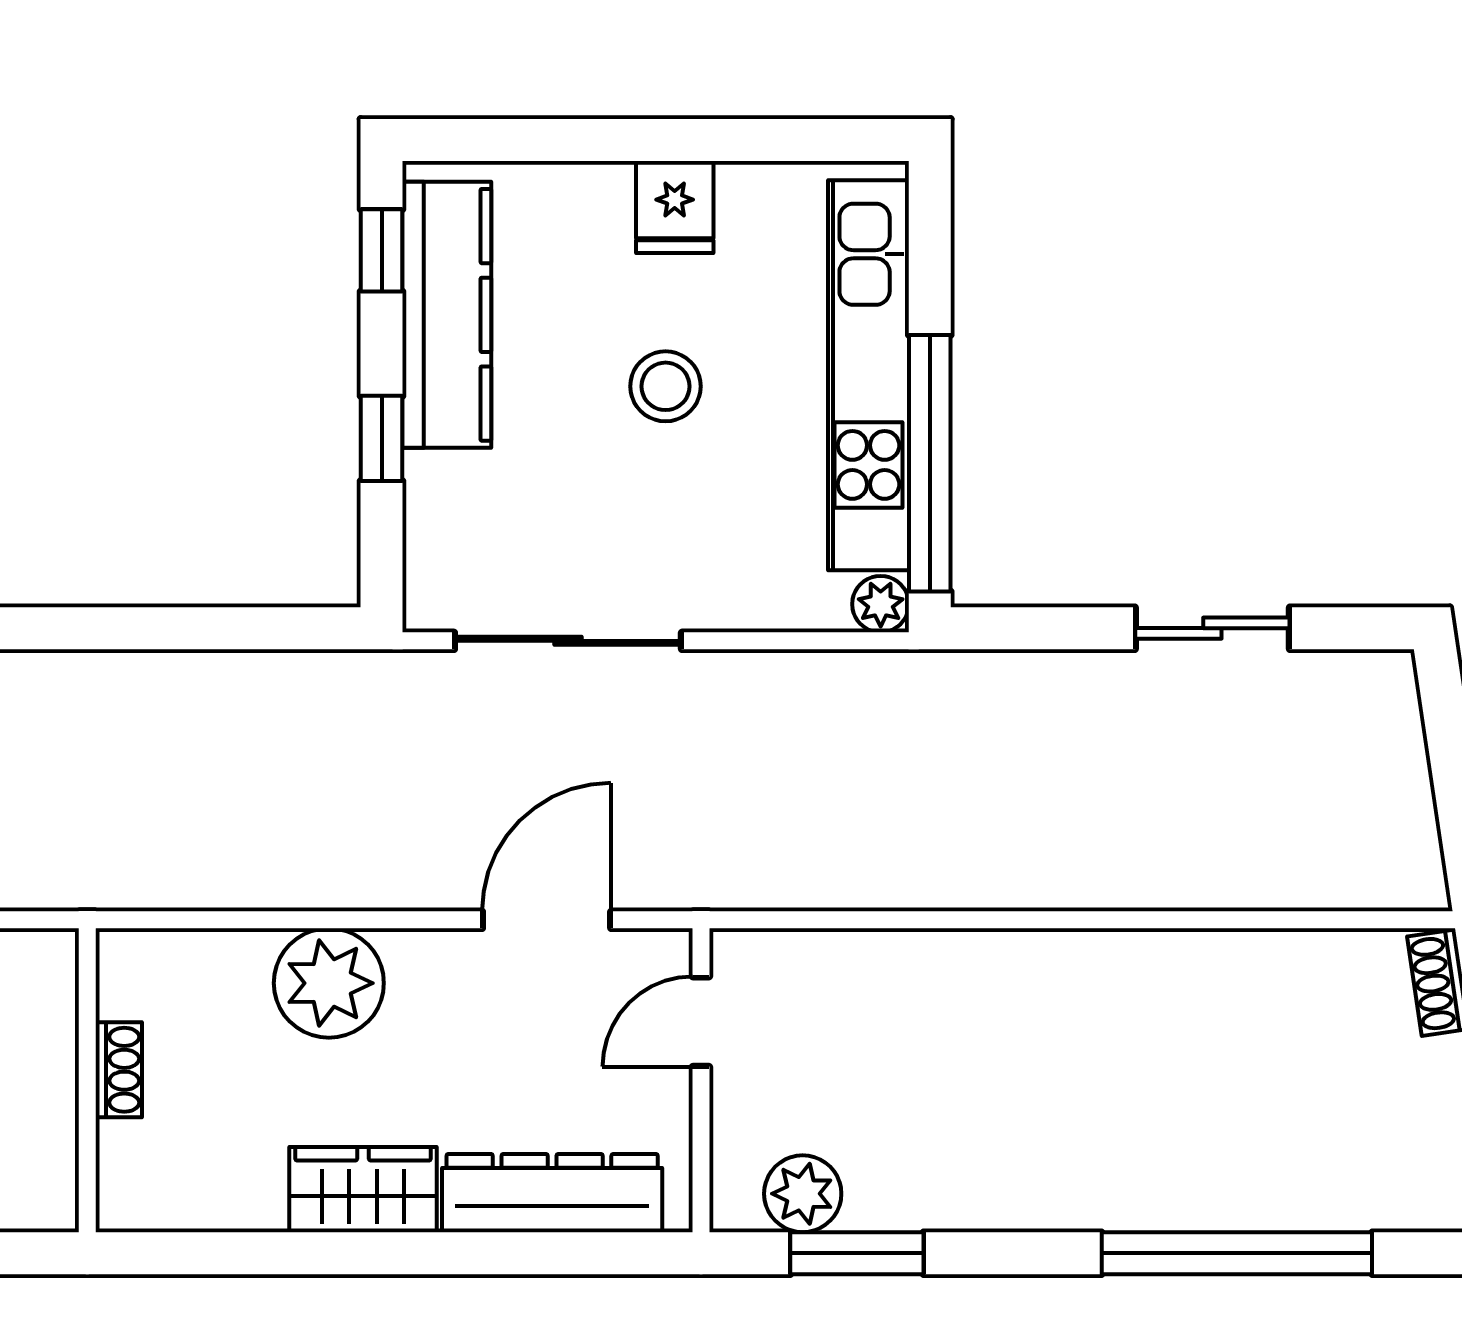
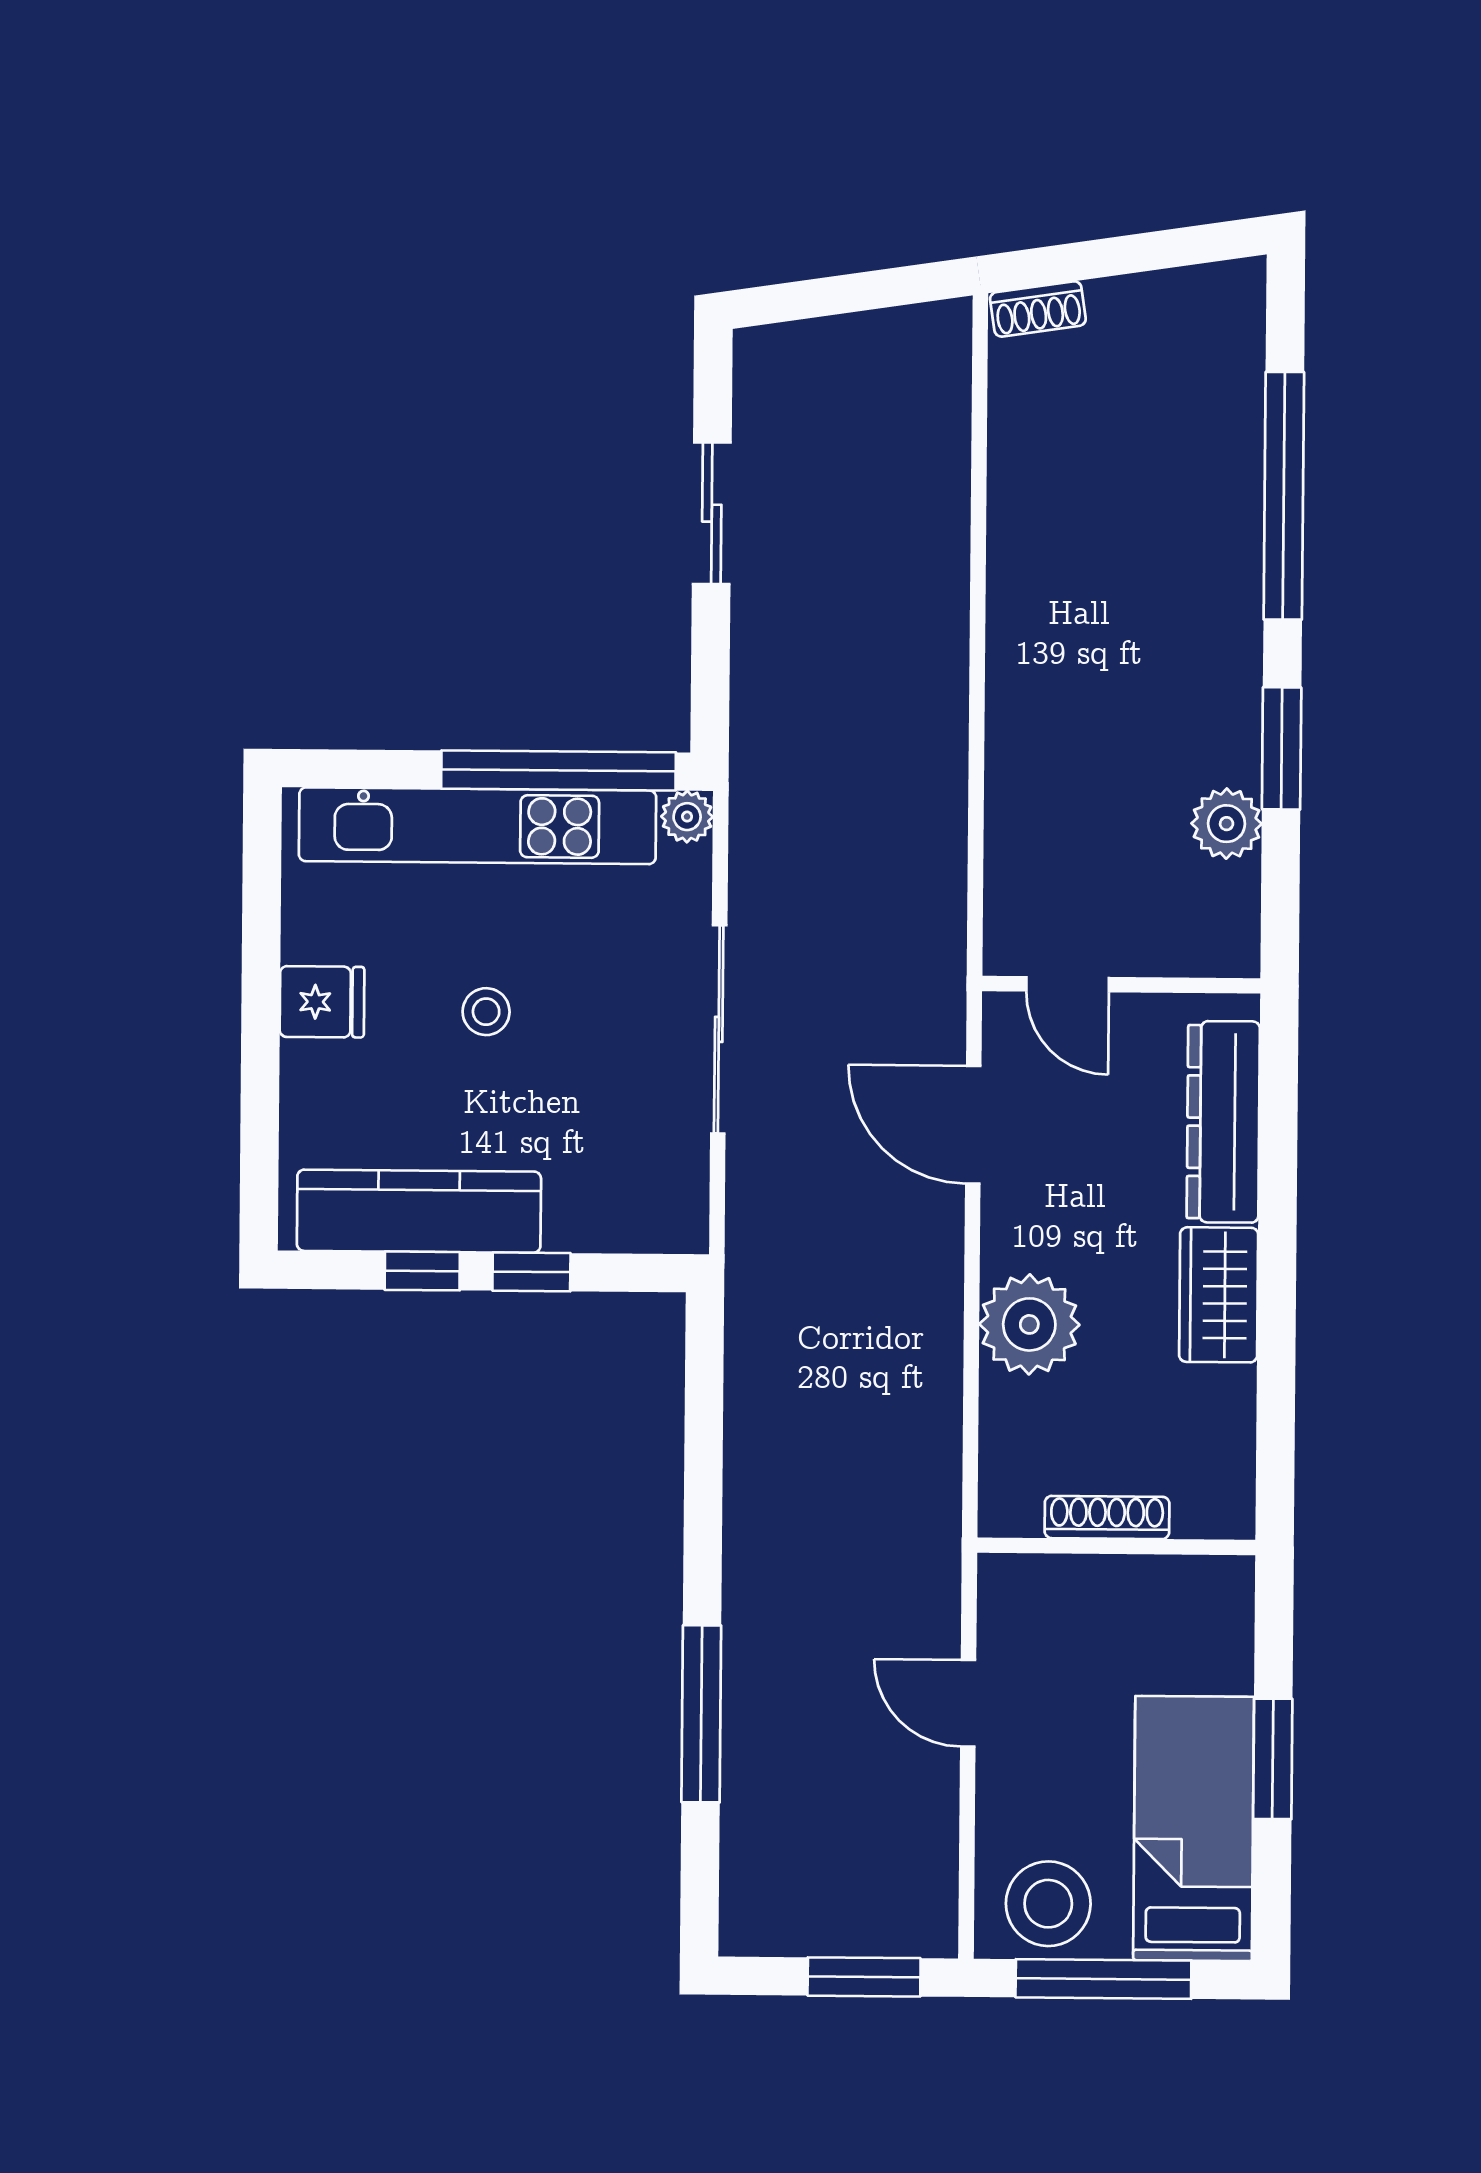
window: (382, 250) -> (422, 1271), moved
stool: (666, 386) -> (486, 1012), width x0.73, depth x0.73
sliding door: (568, 641) -> (719, 1029), moved
shoe rack: (119, 1070) -> (1107, 1517), width x1.43
plant: (803, 1194) -> (1227, 824), moved
window: (857, 1253) -> (1282, 748), moved

